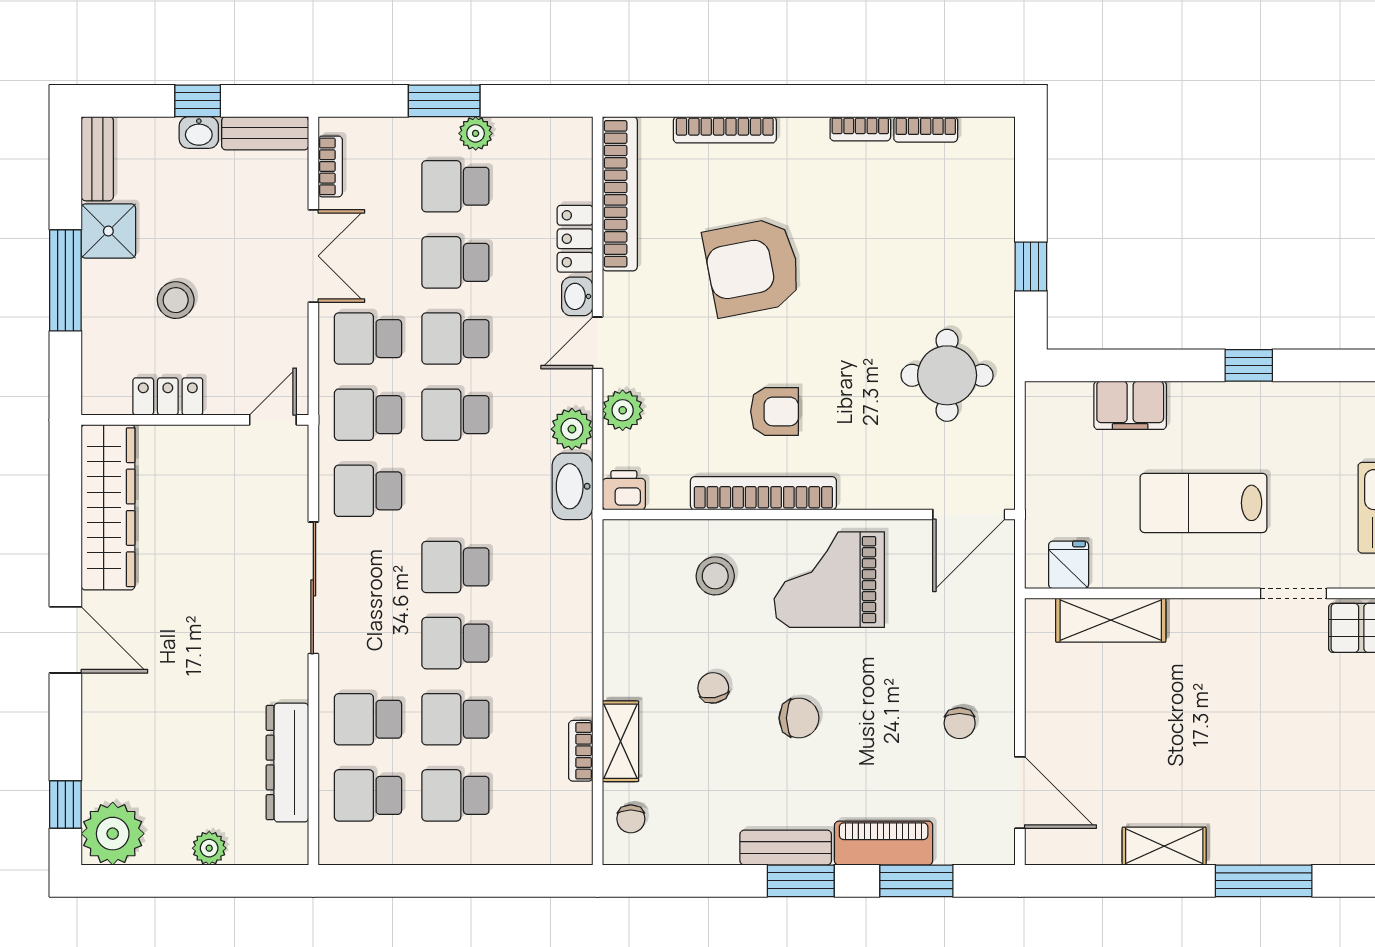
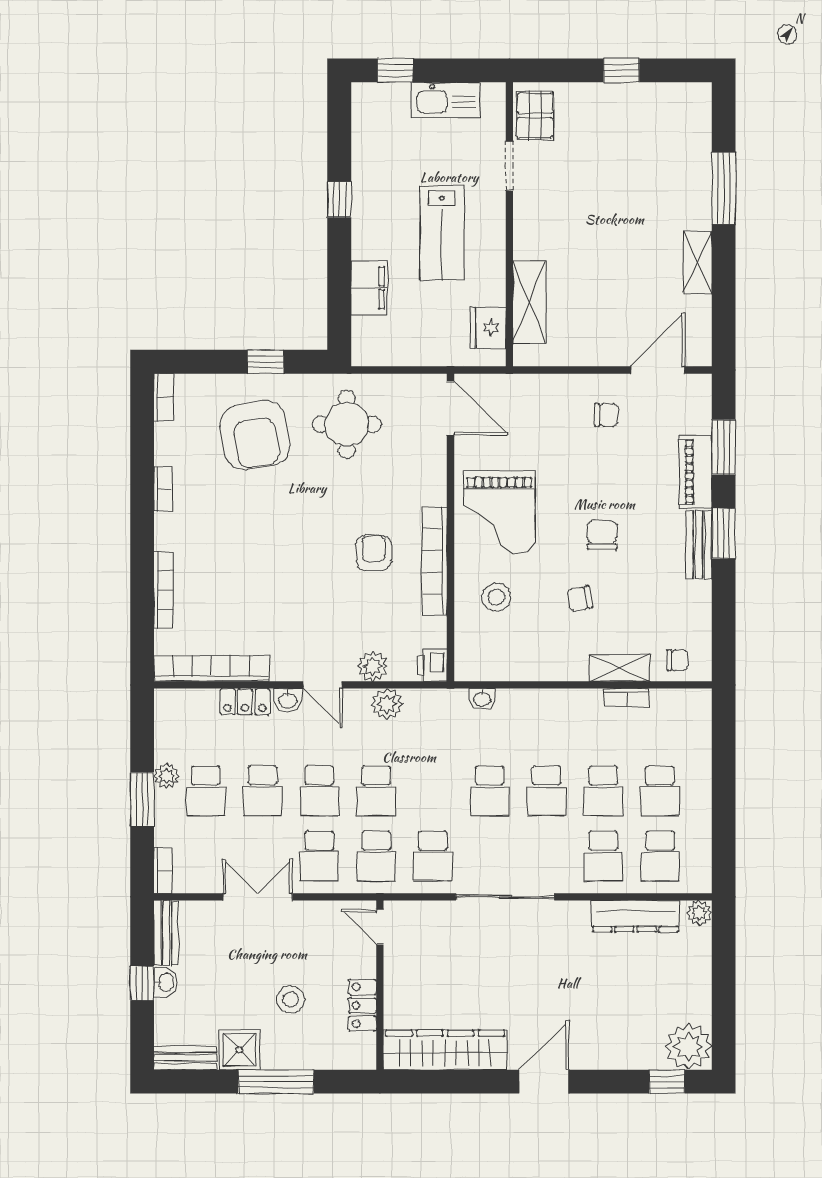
bookcase: (926, 129) -> (163, 397), moved
bookcase: (330, 166) -> (163, 871), moved, turned 90
armchair: (752, 267) -> (255, 435), moved
washbasin: (572, 486) -> (482, 699), moved, width x0.52, depth x0.69
fridge: (1069, 565) -> (488, 328), width x1.38
plant: (209, 848) -> (699, 913), moved

